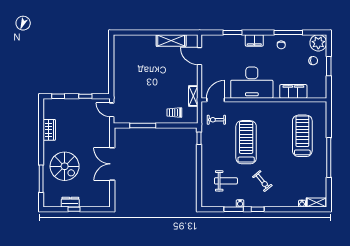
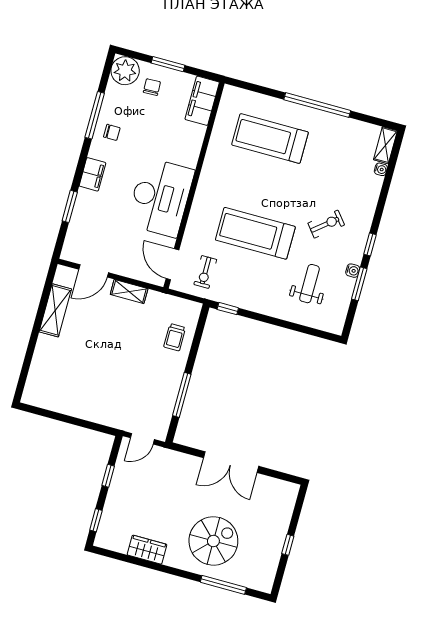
filing cabinet: (293, 91) -> (202, 101), moved
shelving: (193, 96) -> (129, 291), moved
dresser: (70, 202) -> (275, 548), removed

